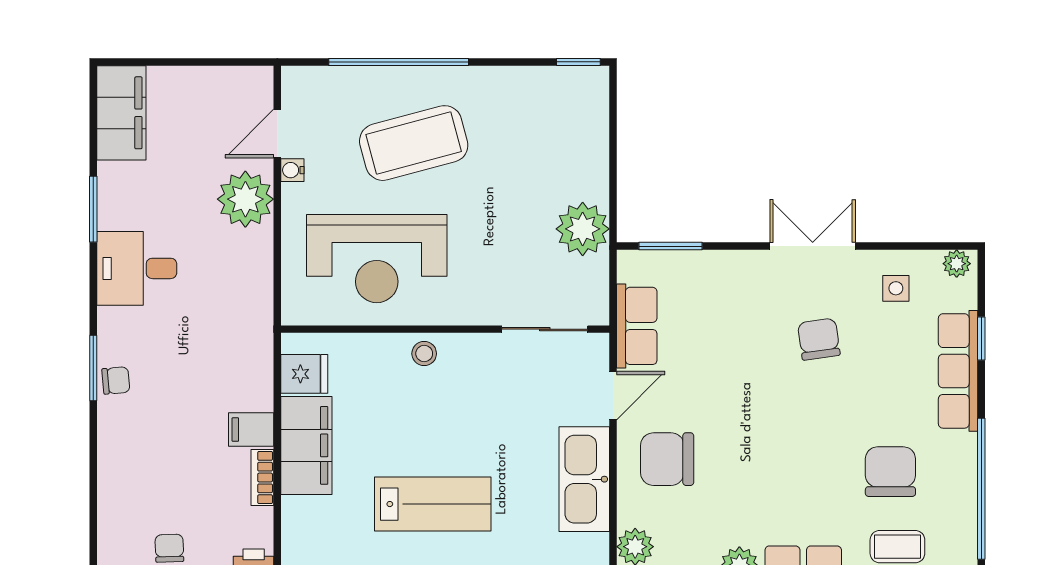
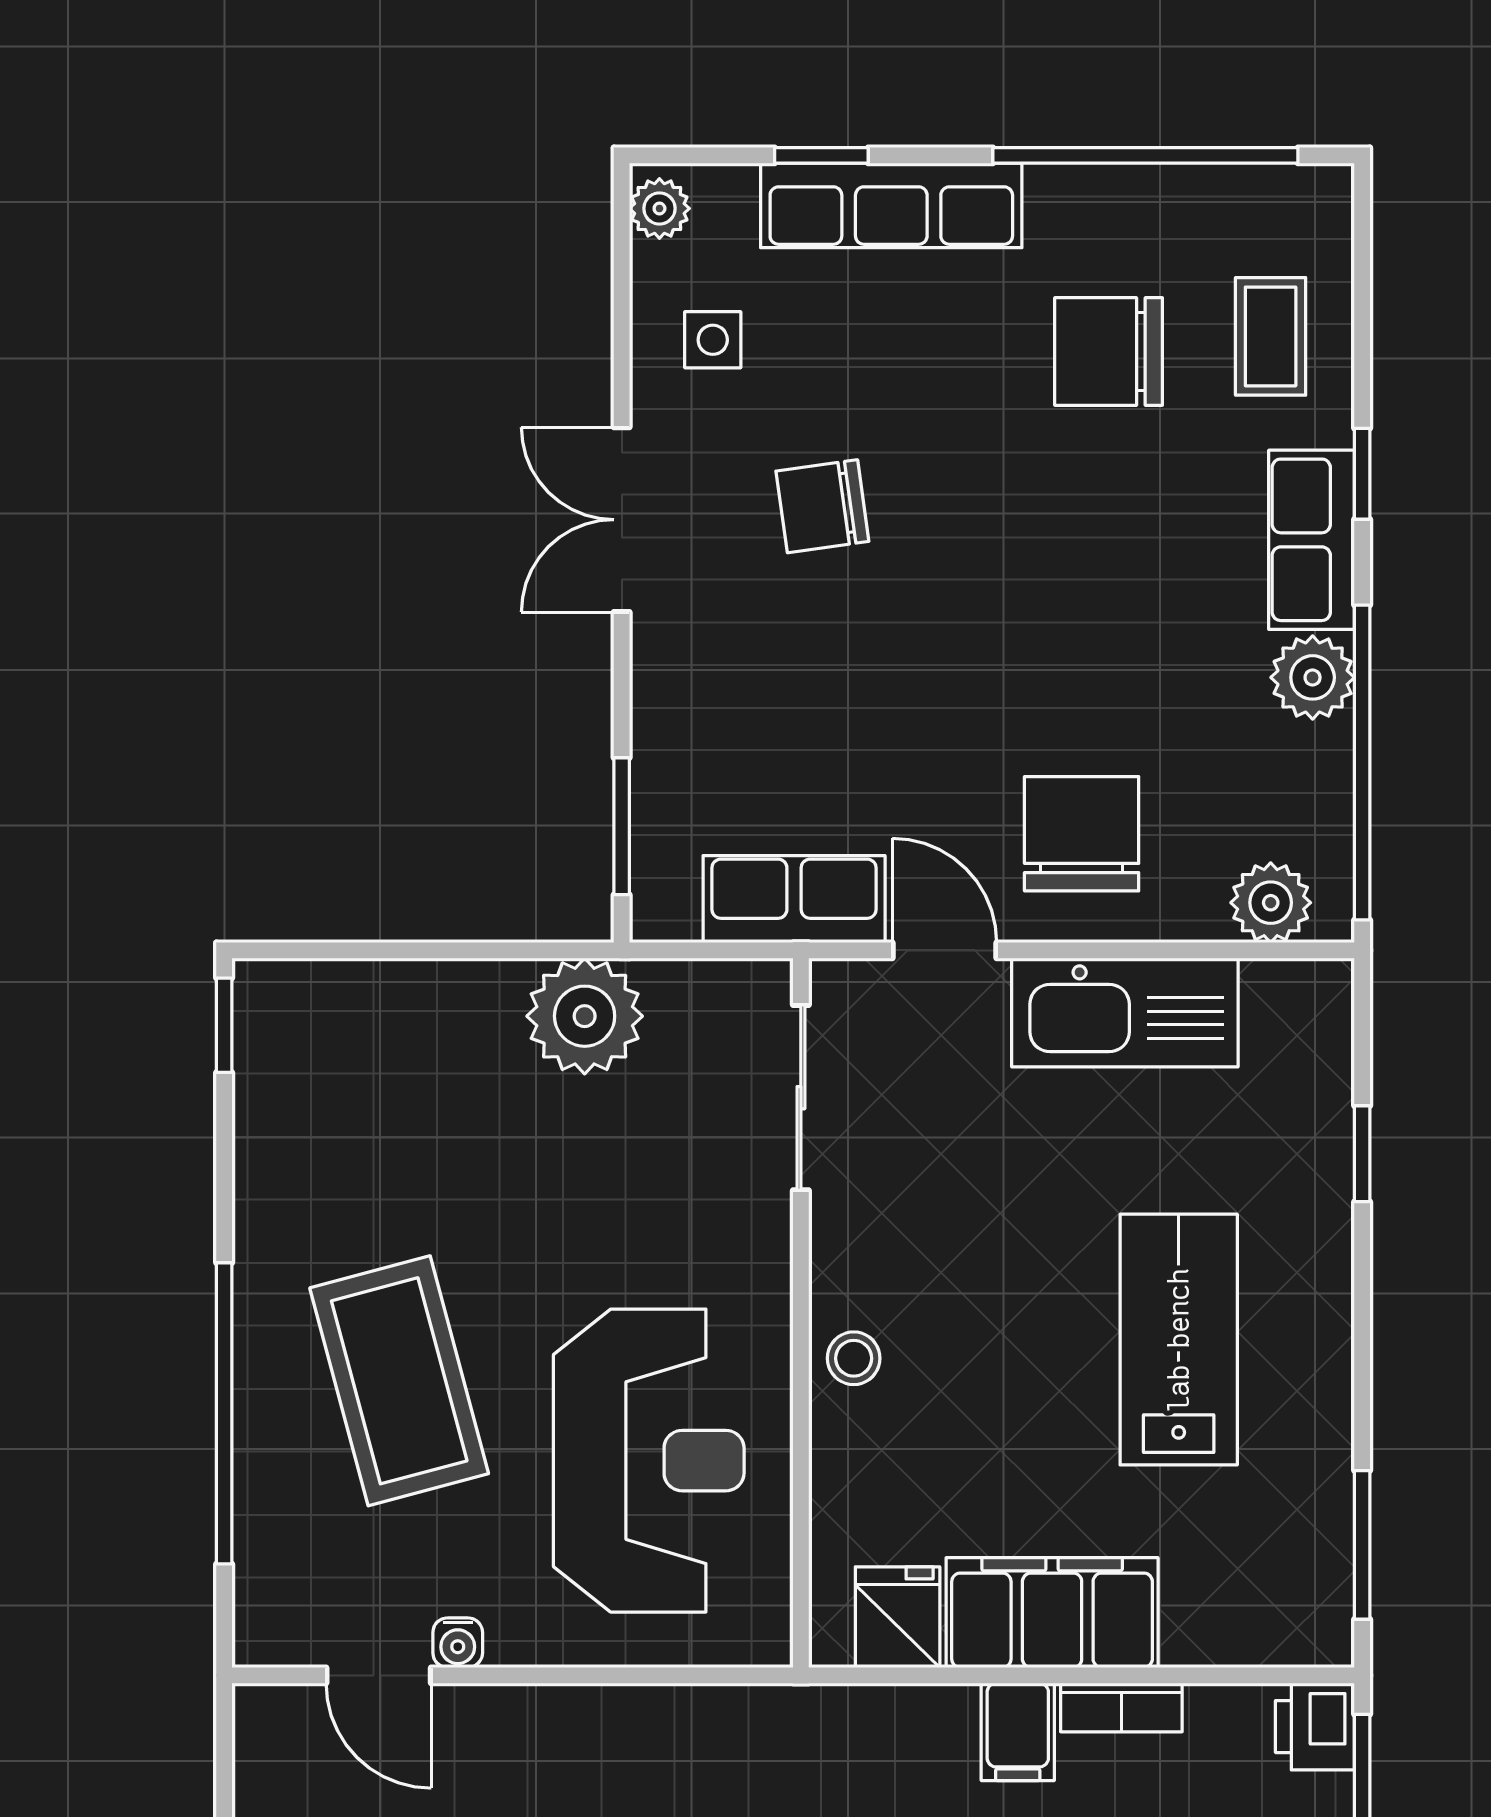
plant: (245, 199) -> (520, 1744), removed
chair: (667, 459) -> (1082, 834), turned 180

